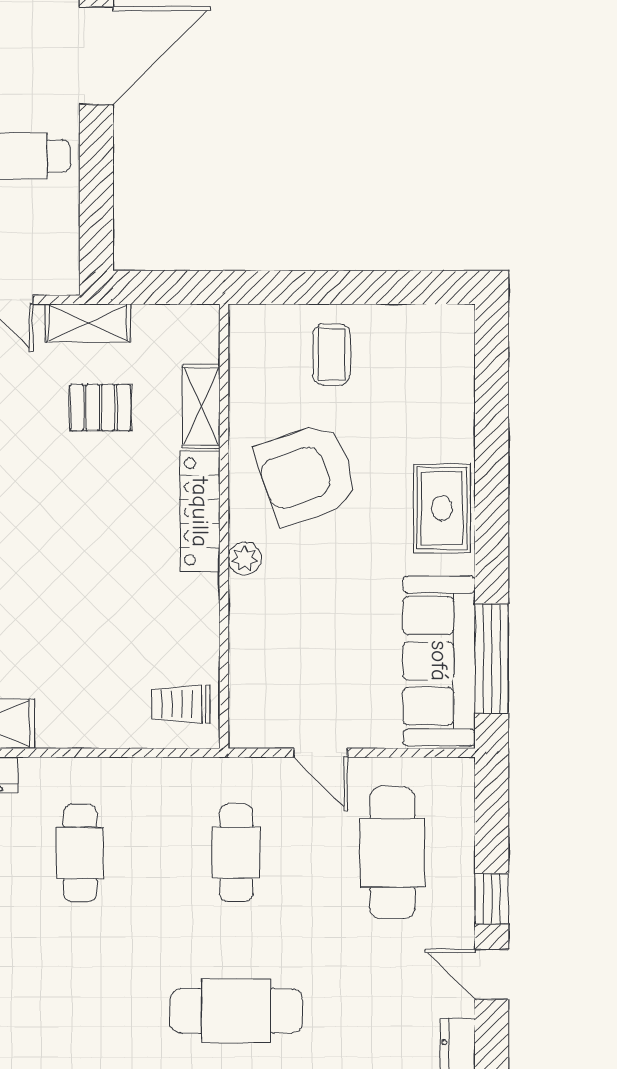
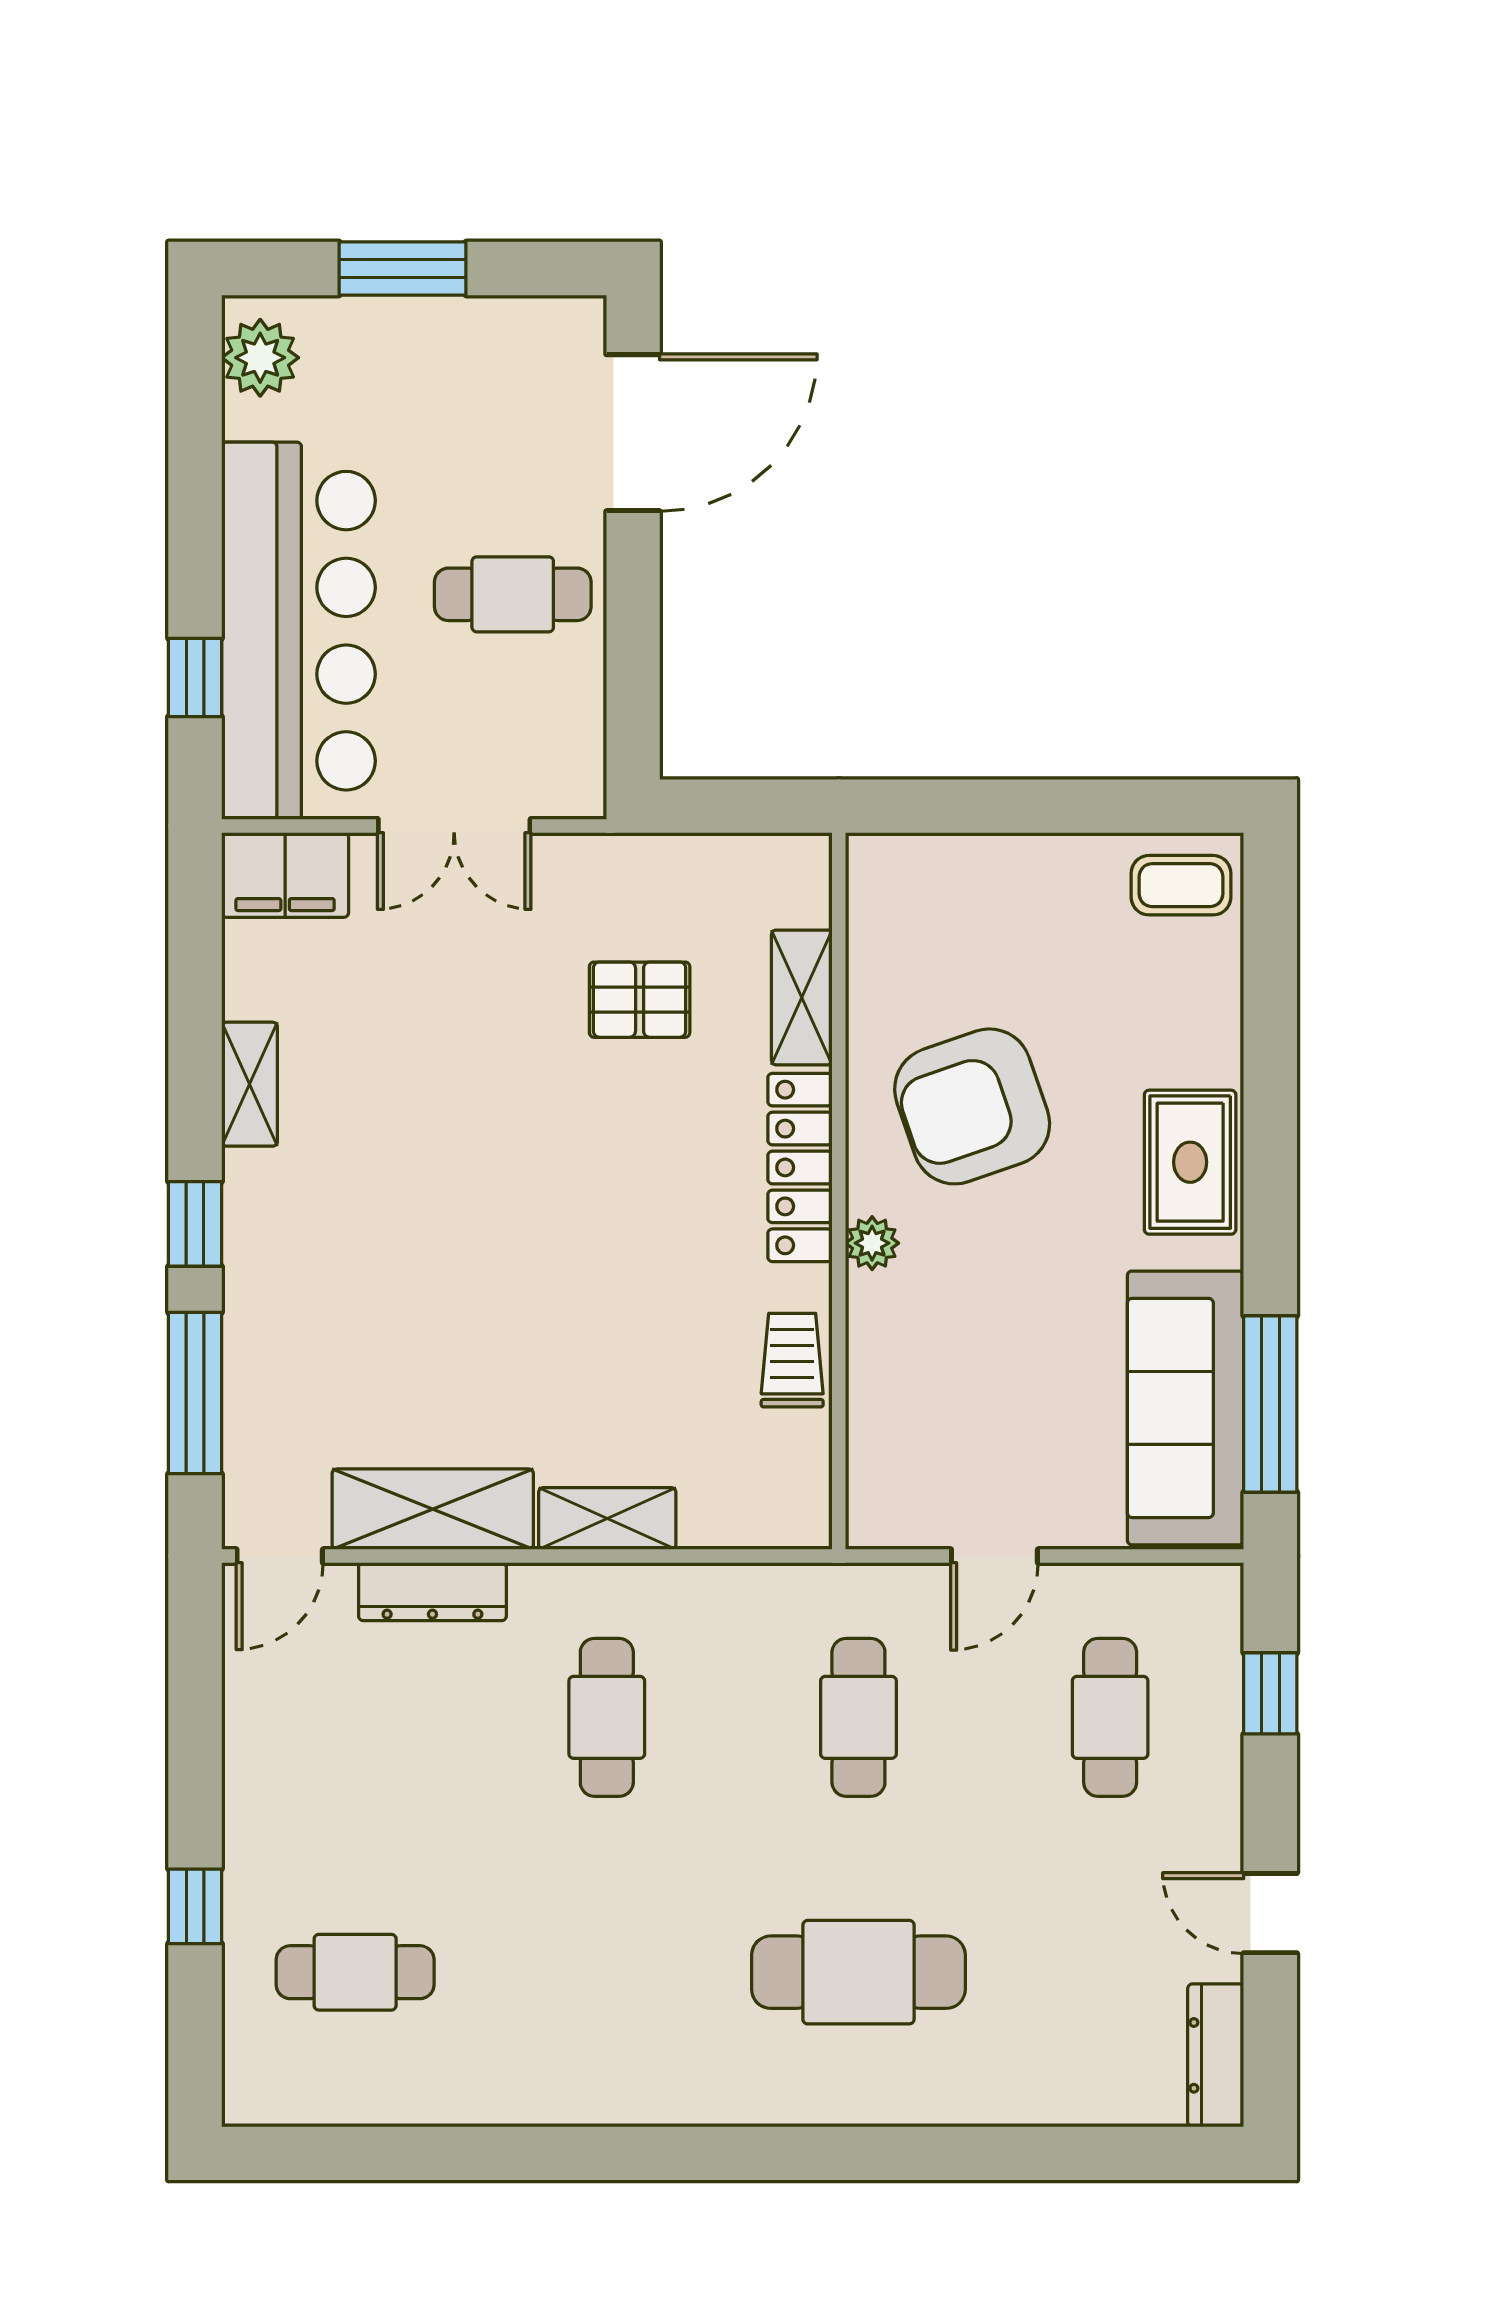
shelving: (88, 323) -> (607, 1519), moved
coffee table: (332, 355) -> (1181, 885), moved, turned 90
trolley: (181, 704) -> (792, 1360), moved, turned 90
door: (321, 753) -> (994, 1556), hinge flipped
cafe table: (392, 853) -> (1110, 1717), width x0.73, depth x0.74
window: (492, 899) -> (1270, 1693), moved

